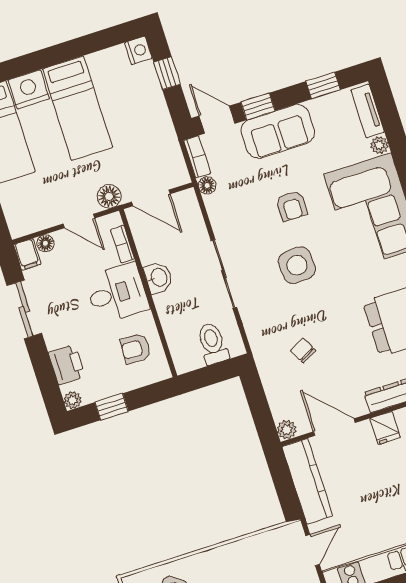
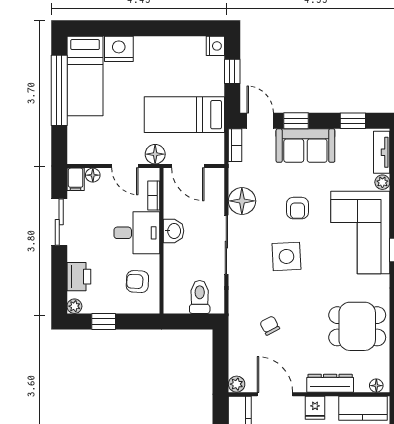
bed: (78, 108) -> (184, 115), moved, turned 90
floor lamp: (207, 185) -> (242, 201), moved, width x1.89, depth x1.89

